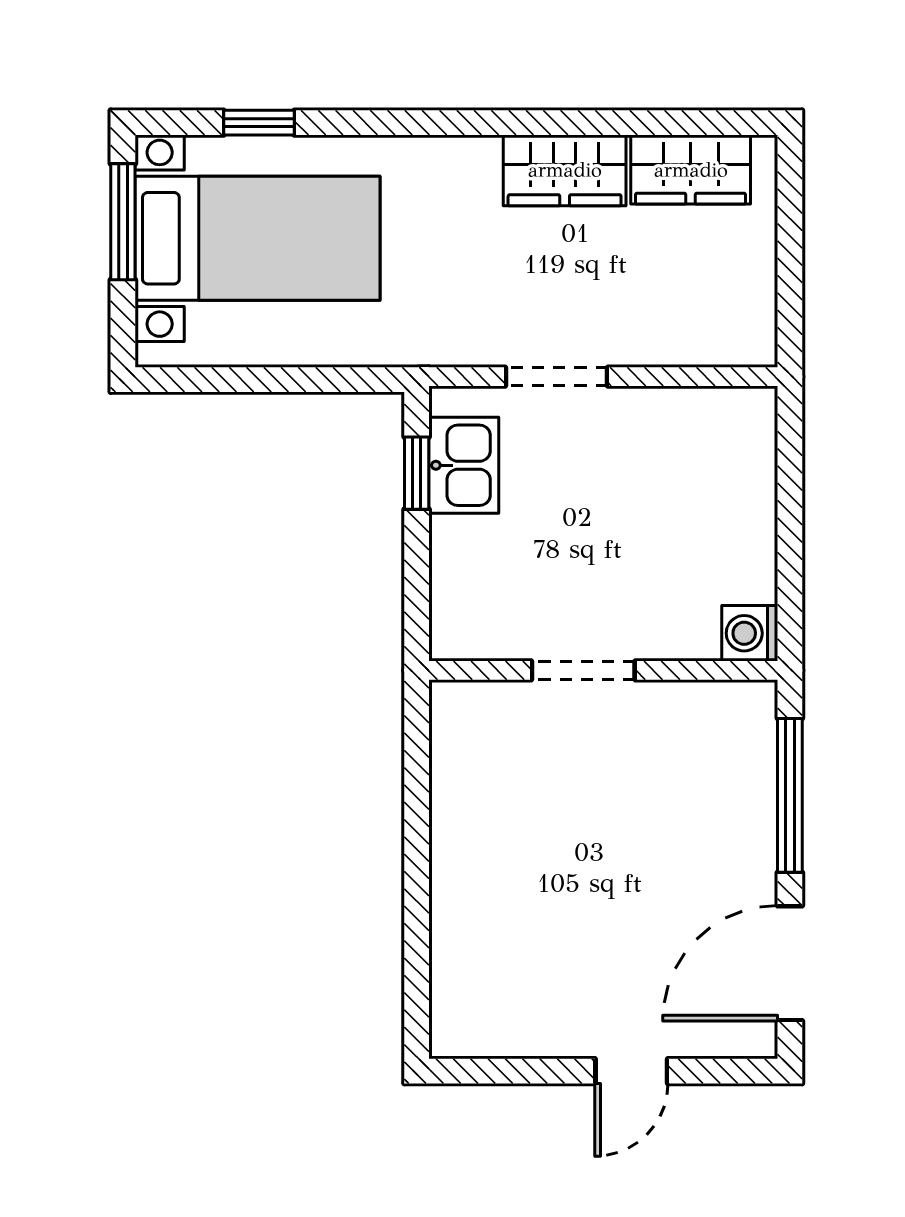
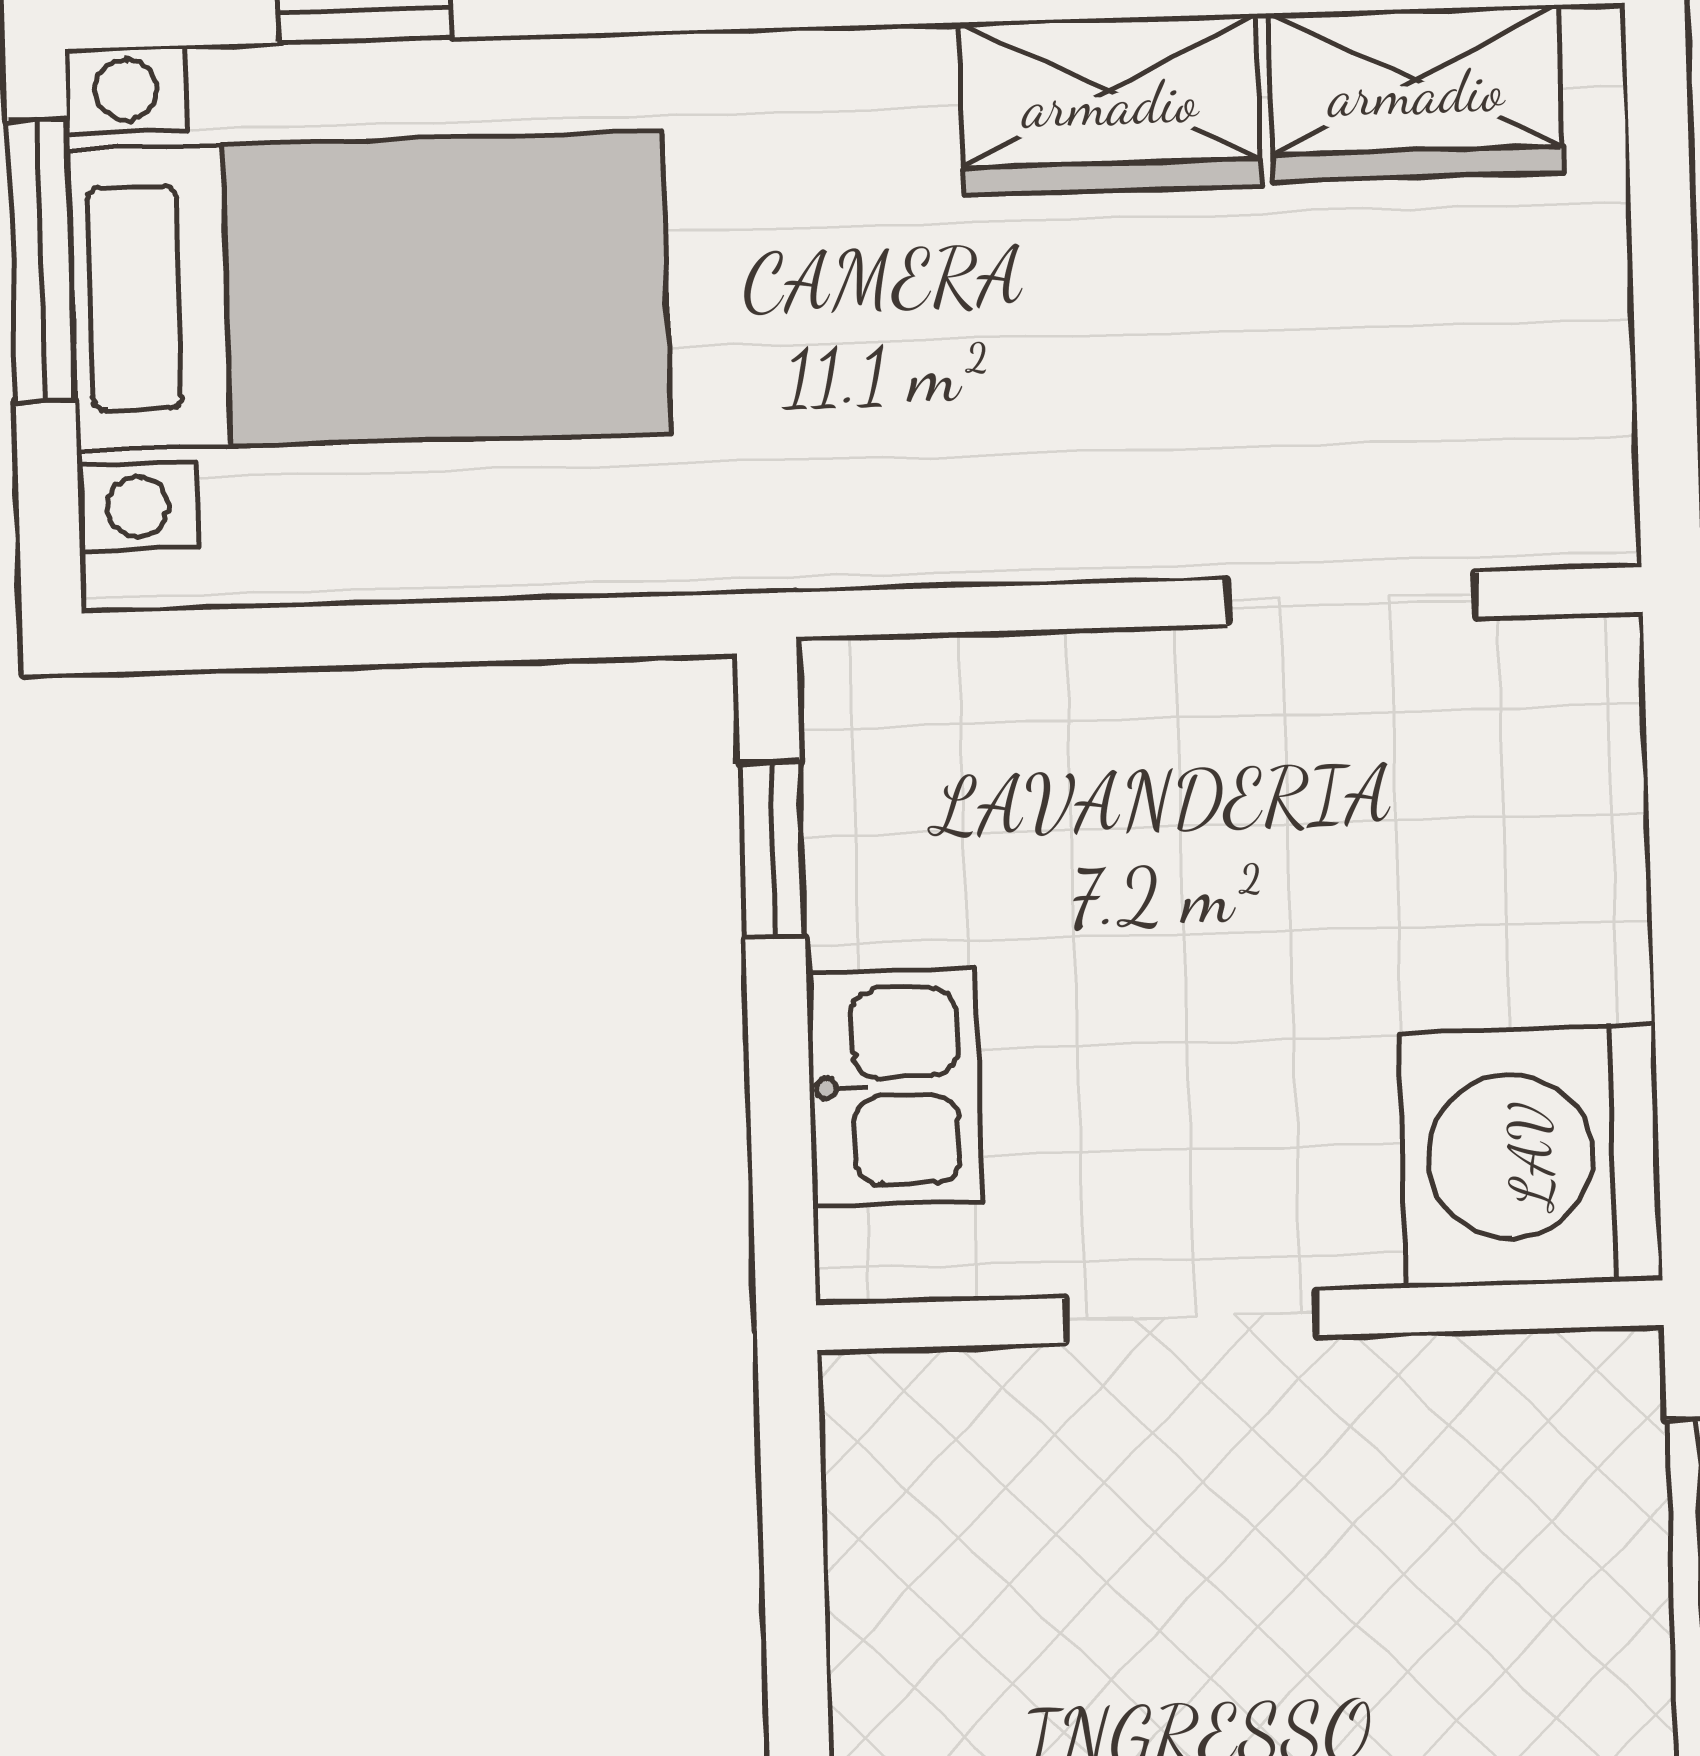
doorway: (556, 377) -> (1351, 598), moved
kitchen sink: (464, 465) -> (894, 1087), moved
washing machine: (750, 633) -> (1531, 1156), width x1.89, depth x1.89

